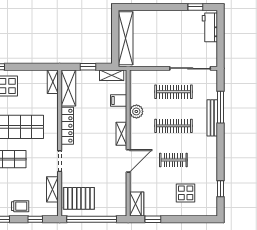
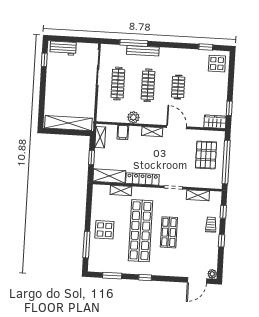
shelving: (53, 82) -> (121, 190), moved
display table: (186, 193) -> (217, 64), moved
pallet: (79, 198) -> (206, 155), moved

